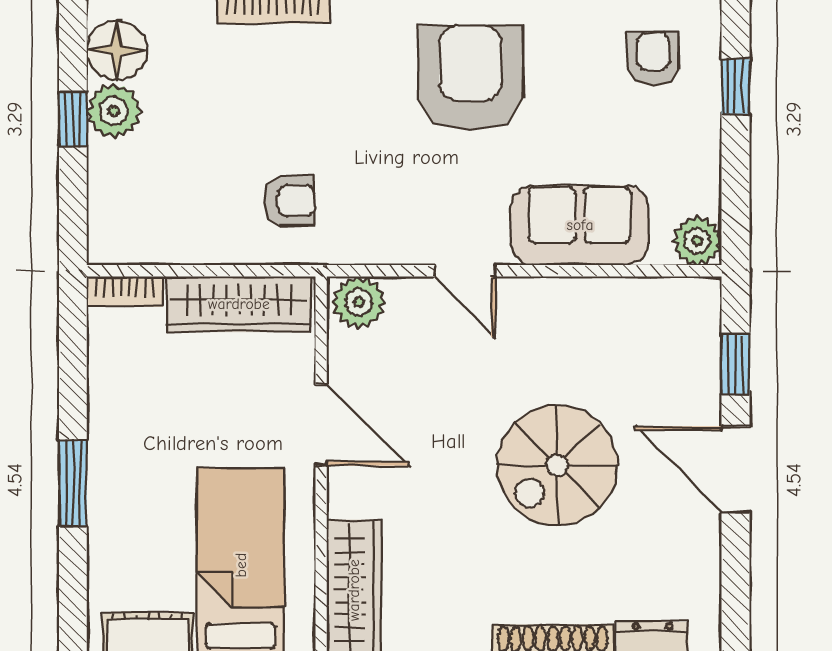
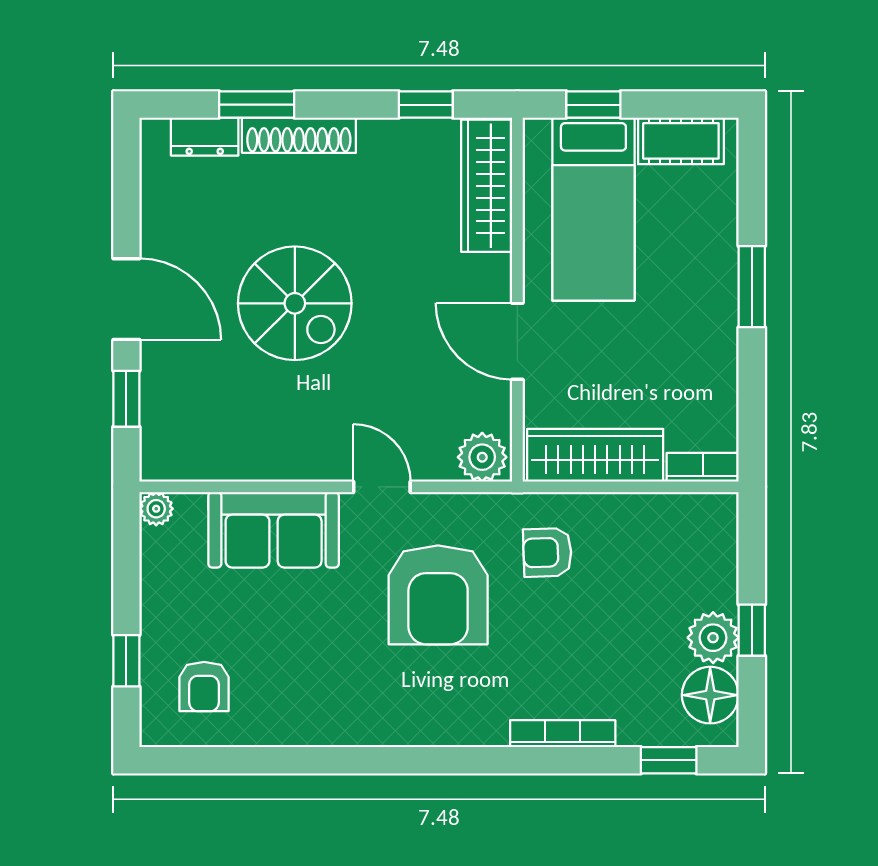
armchair: (471, 78) -> (438, 595), moved
plant: (697, 241) -> (156, 509), width x0.73, depth x0.73
spiral stairs: (557, 465) -> (295, 303), turned 90

